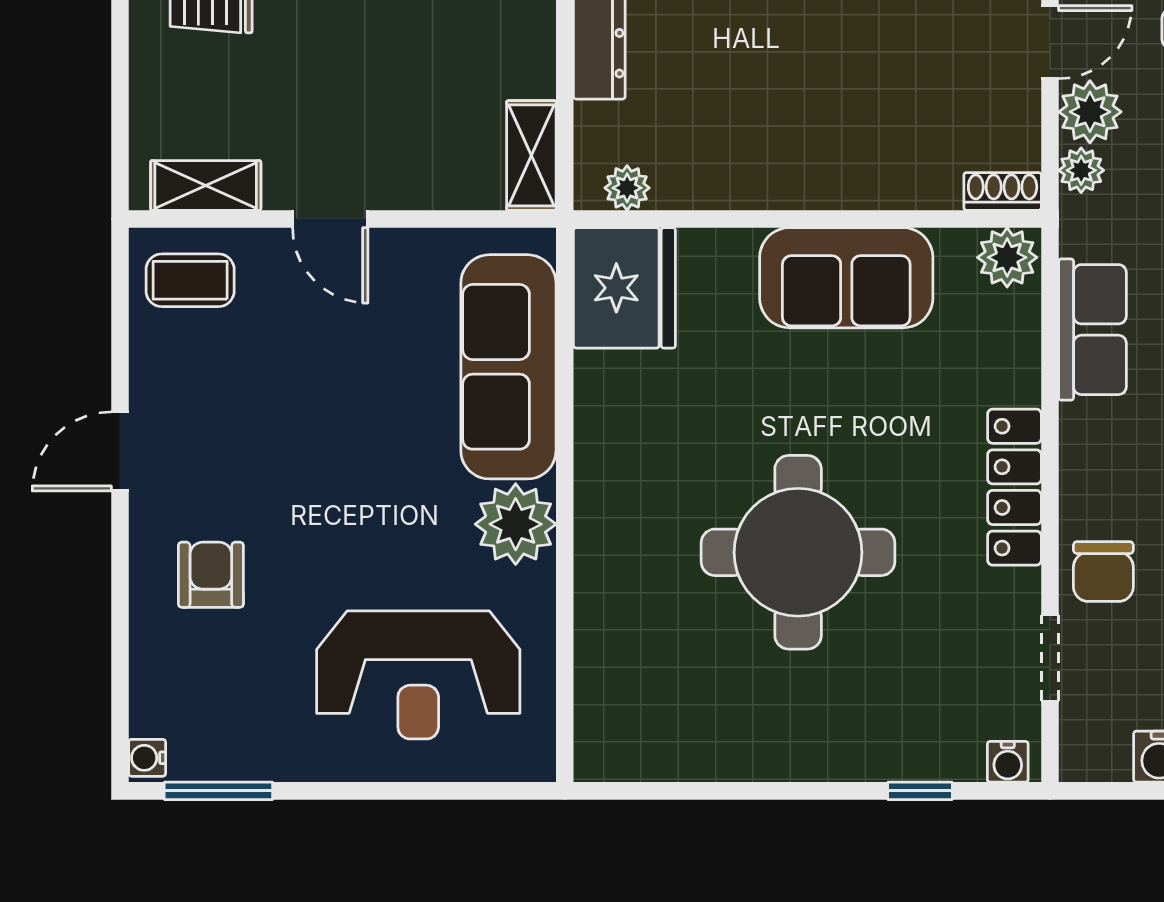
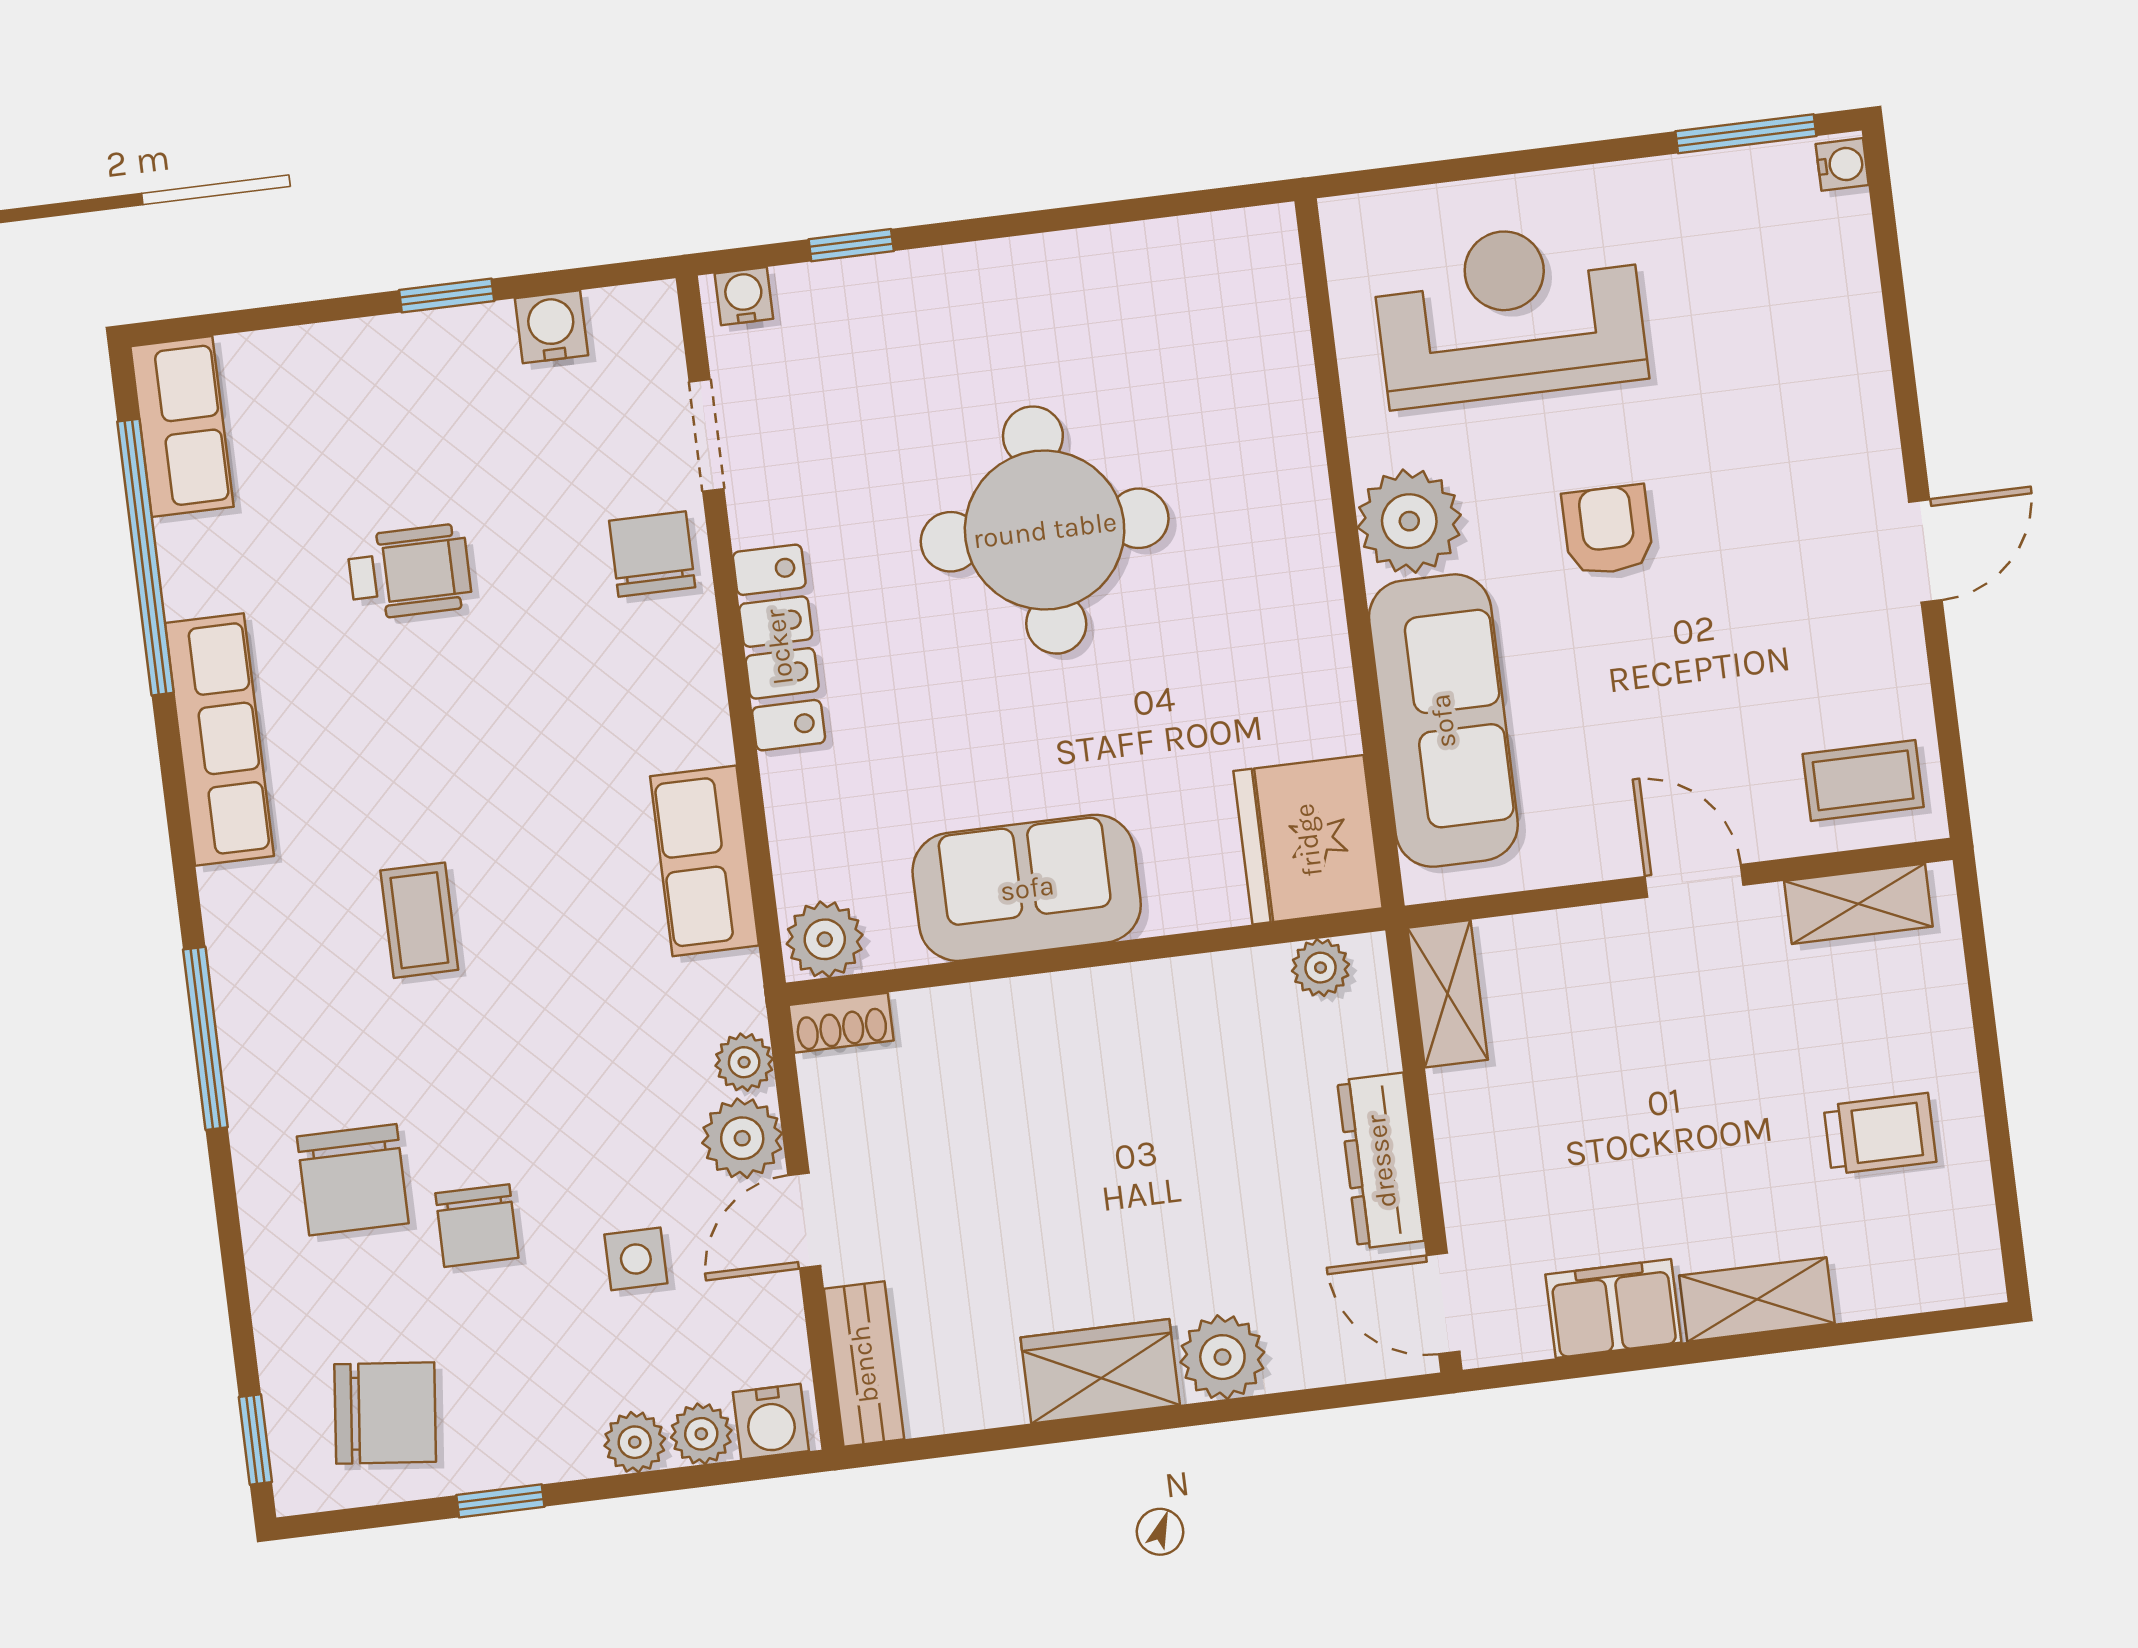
armchair: (211, 575) -> (1608, 530), moved, turned 180

